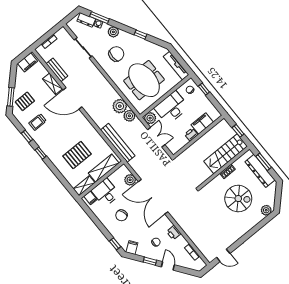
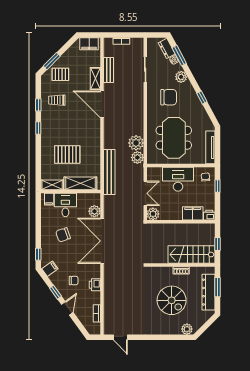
plant: (150, 118) -> (153, 214), moved
printer: (191, 134) -> (209, 215), moved

